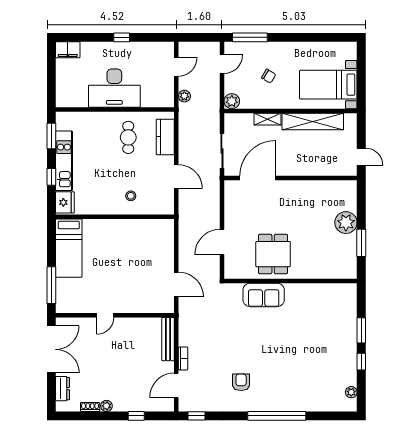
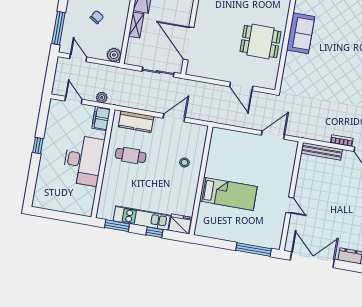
filing cabinet: (68, 50) -> (101, 118), moved, turned 180
bed: (69, 248) -> (228, 194), moved
sofa: (264, 295) -> (301, 33), moved

